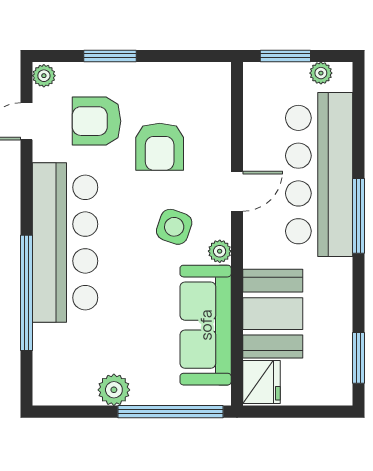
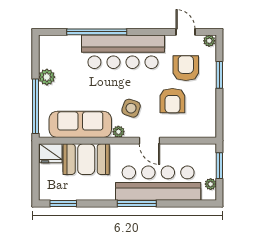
armchair: (160, 147) -> (172, 101), turned -90

